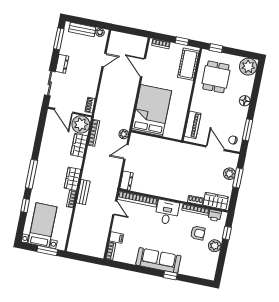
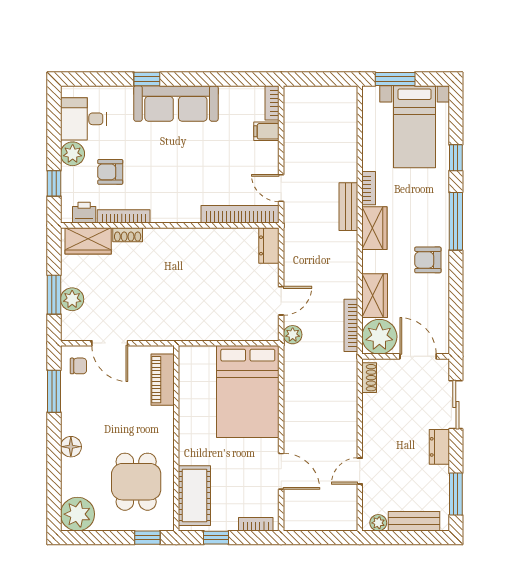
armchair: (49, 158) -> (428, 260), added
desk: (167, 212) -> (83, 119), moved, turned 90

